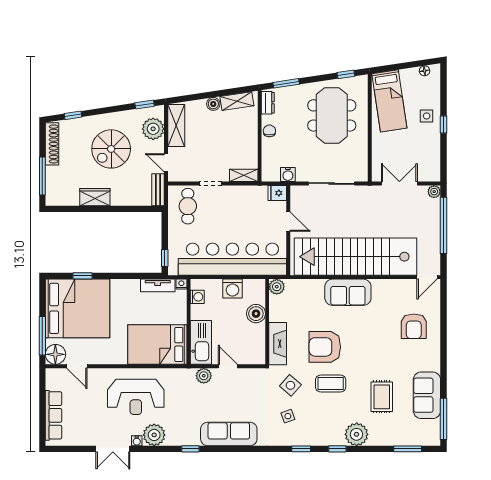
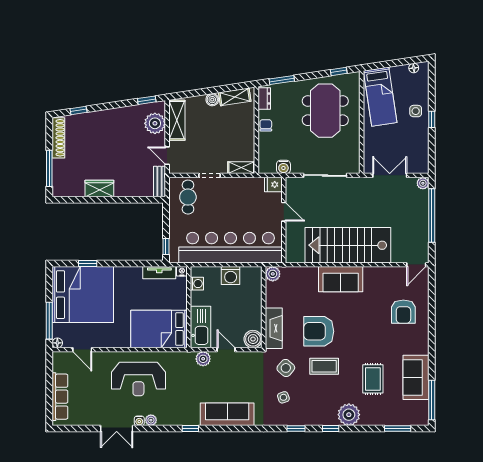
spiral stairs: (111, 149) -> (115, 143), removed
stairs: (356, 257) -> (348, 245), width x0.73
boiler: (256, 314) -> (253, 339), moved
floor lamp: (55, 354) -> (57, 343), width x0.53, depth x0.53
plant: (154, 435) -> (151, 420), width x0.53, depth x0.53

